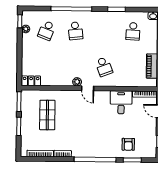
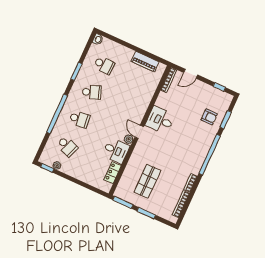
school desk: (104, 67) -> (92, 92), moved
desk: (62, 75) -> (116, 151), added
locker: (31, 81) -> (113, 173), moved
door: (88, 88) -> (139, 132), swing flipped
desk: (121, 102) -> (160, 120), moved
shop shelf: (47, 115) -> (147, 181), turned 90

